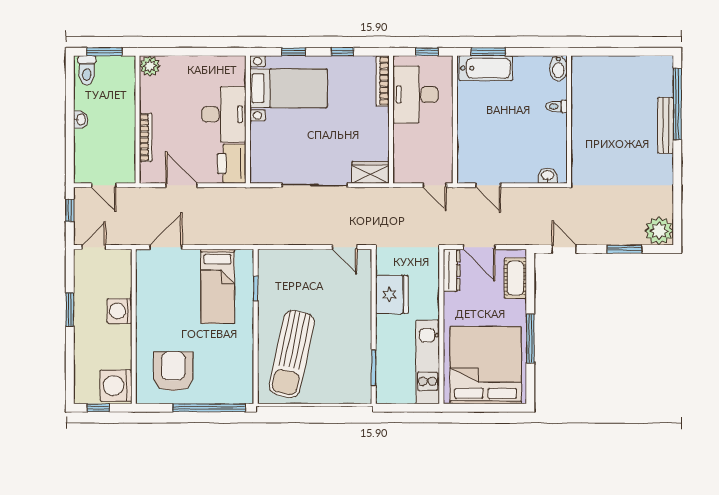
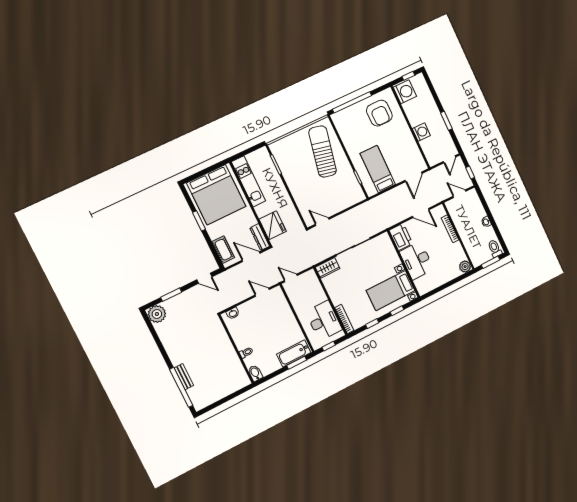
bench: (666, 125) -> (184, 377), width x0.73
fridge: (392, 294) -> (273, 225), moved, turned 180
window: (530, 338) -> (199, 221), width x0.69

